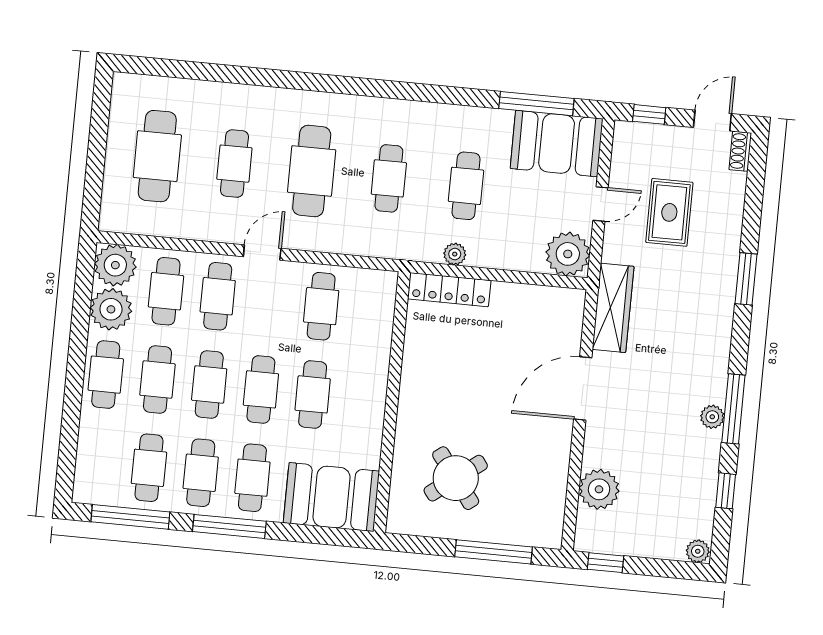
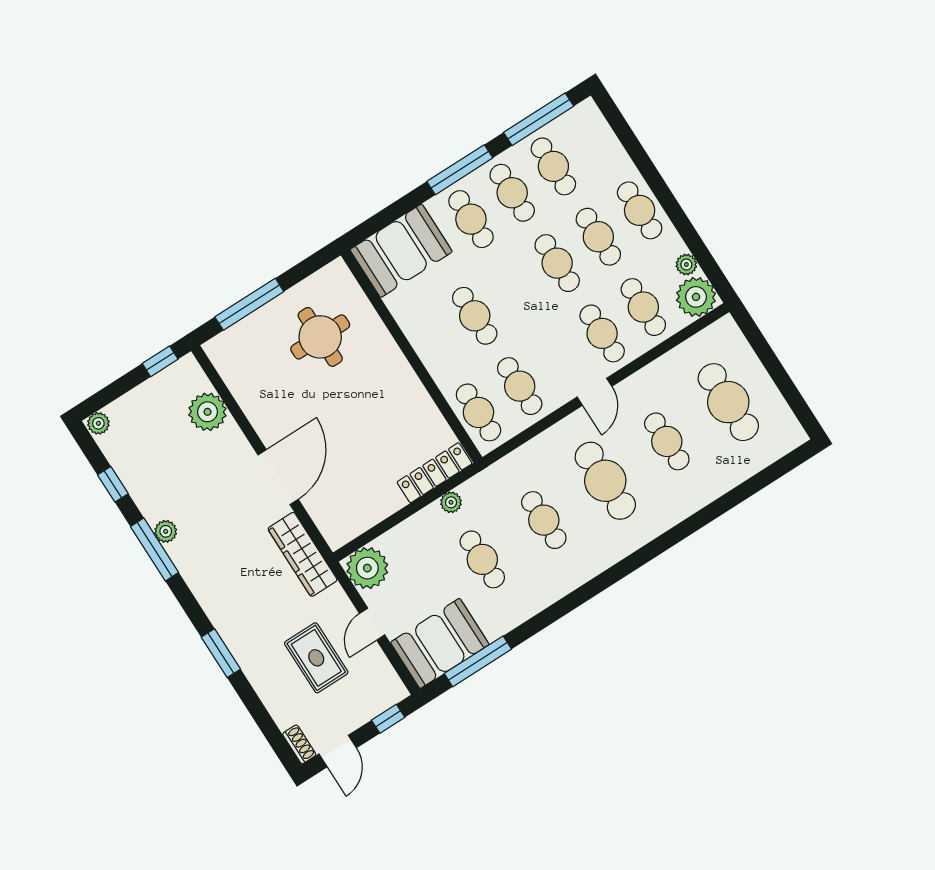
plant: (111, 309) -> (686, 265), width x0.53, depth x0.53
cafe table: (261, 389) -> (478, 412), moved
round table: (456, 478) -> (320, 337), turned 37

